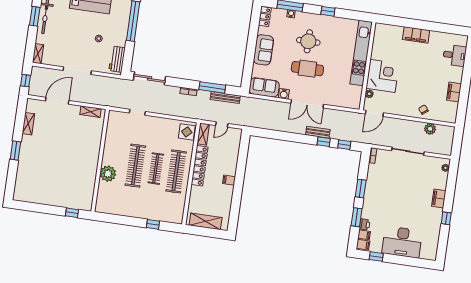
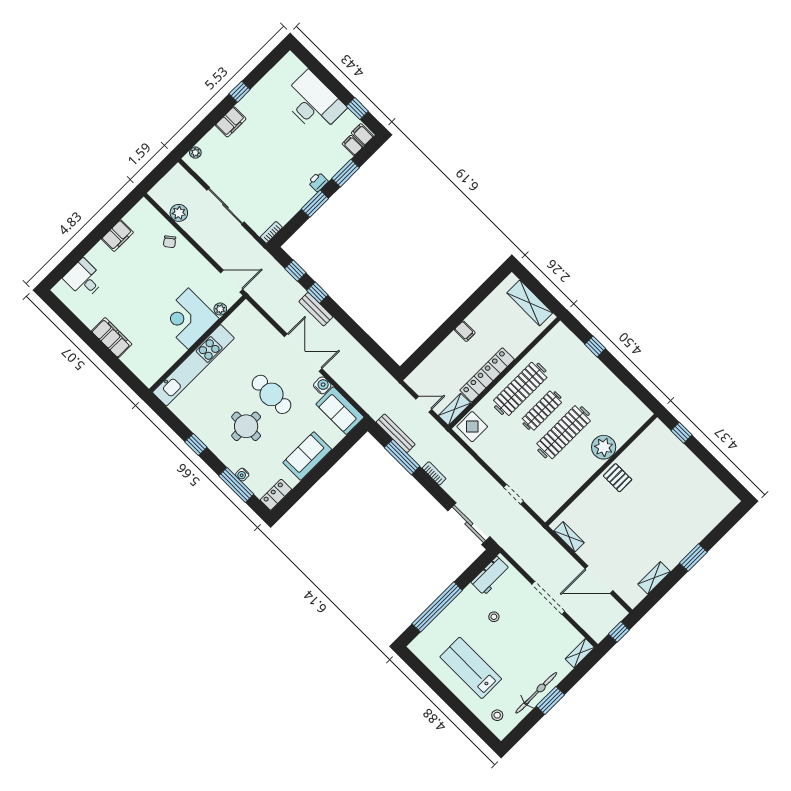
pallet: (88, 163) -> (618, 478), added
printer: (365, 224) -> (318, 182), moved

